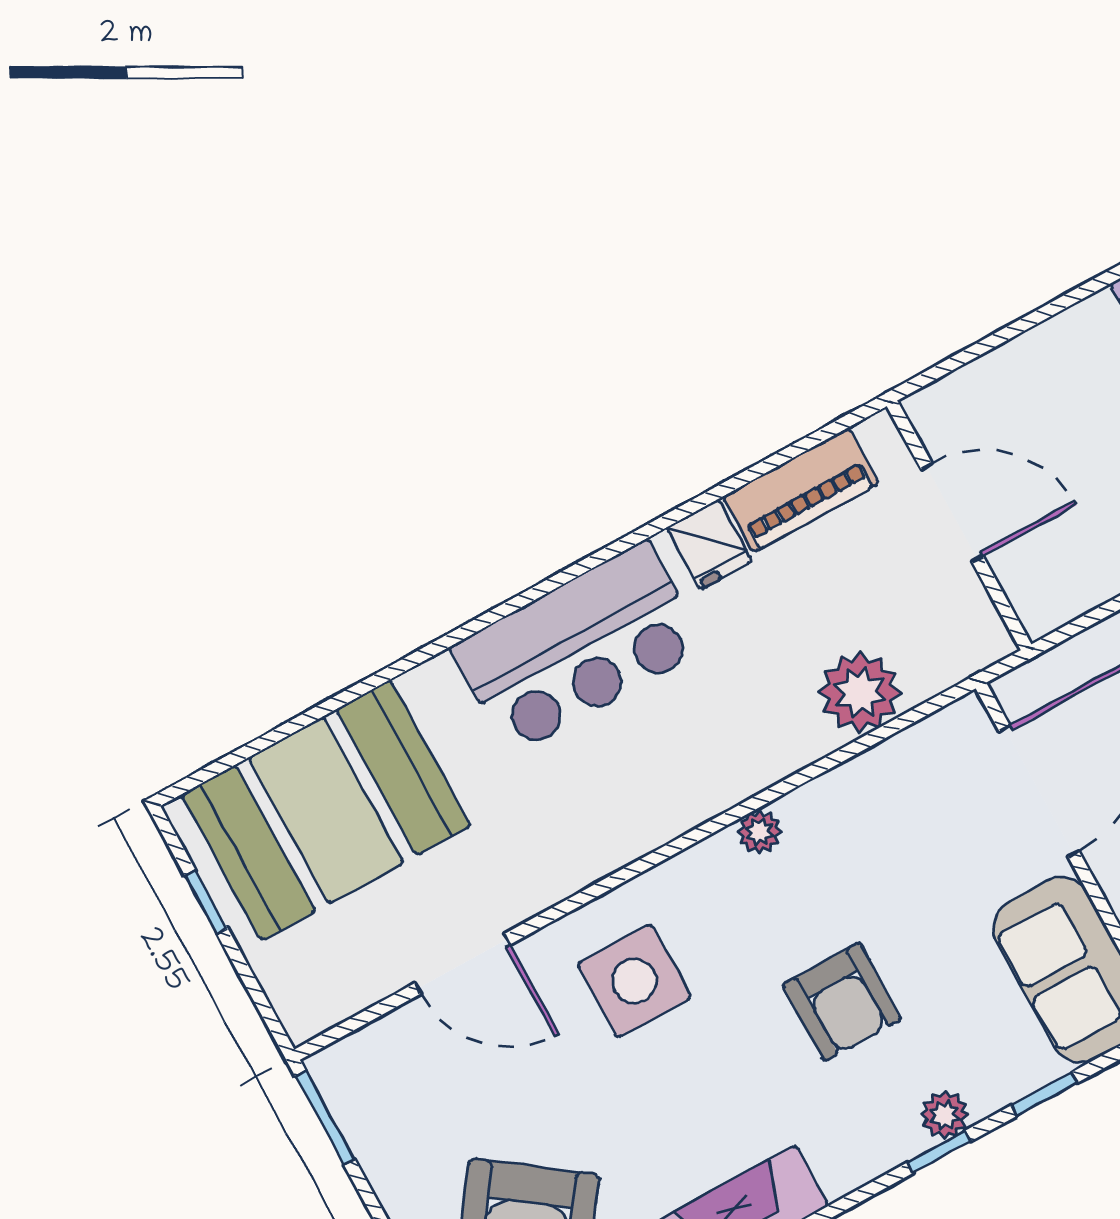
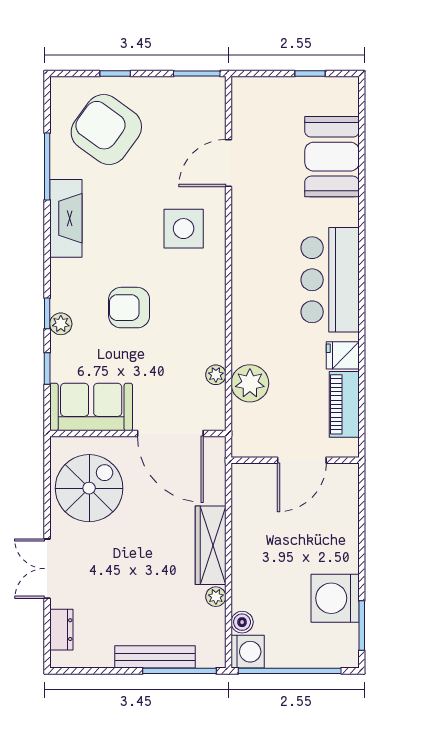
booth: (326, 810) -> (332, 157), width x0.73, depth x0.70
plant: (759, 832) -> (216, 375), moved

